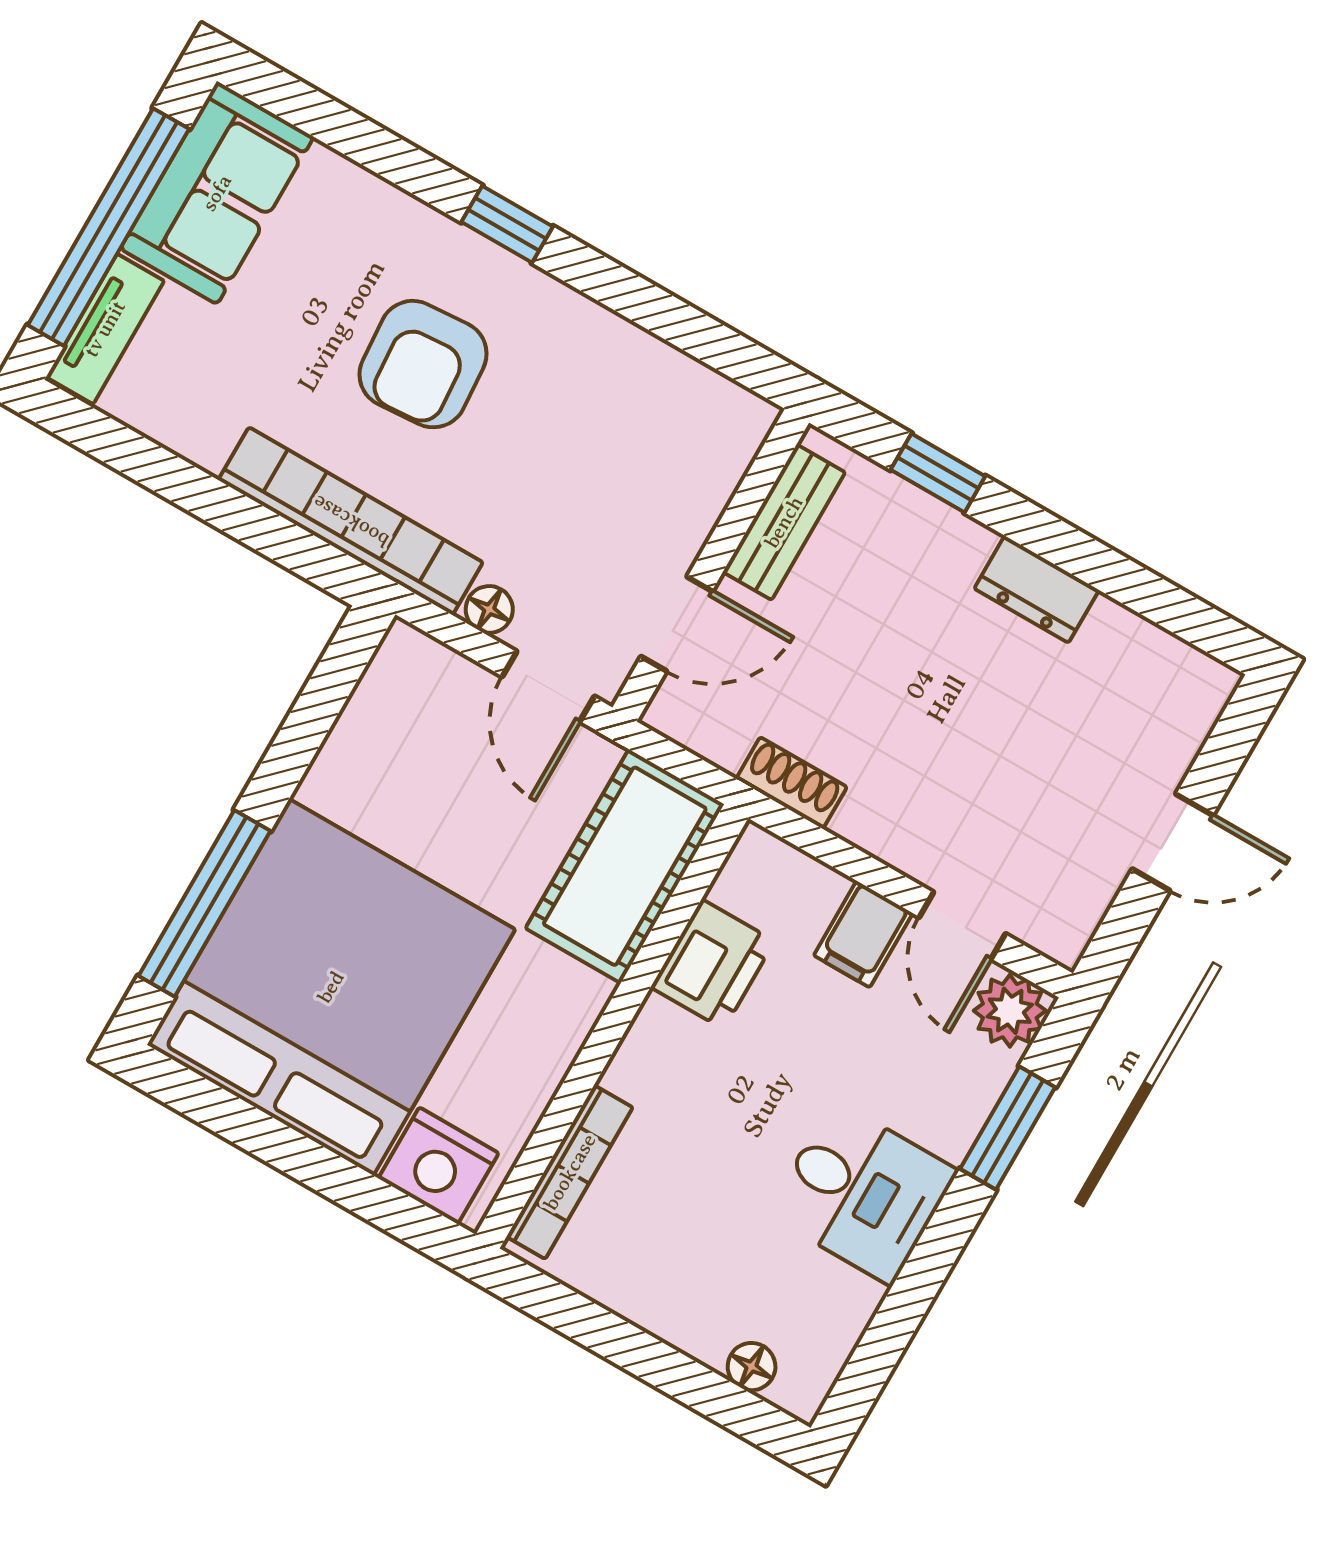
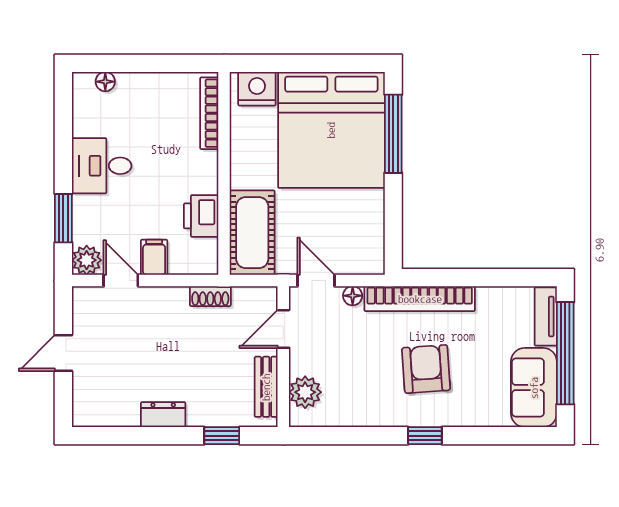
plant: (708, 463) -> (305, 392), added

